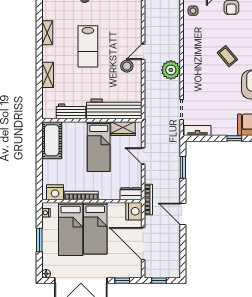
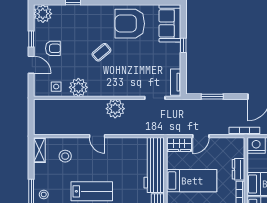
plant: (192, 33) -> (78, 87), added
stool: (127, 66) -> (65, 156), moved
wardrobe: (123, 129) -> (179, 145), moved, turned 90
dresser: (131, 194) -> (239, 169), moved

